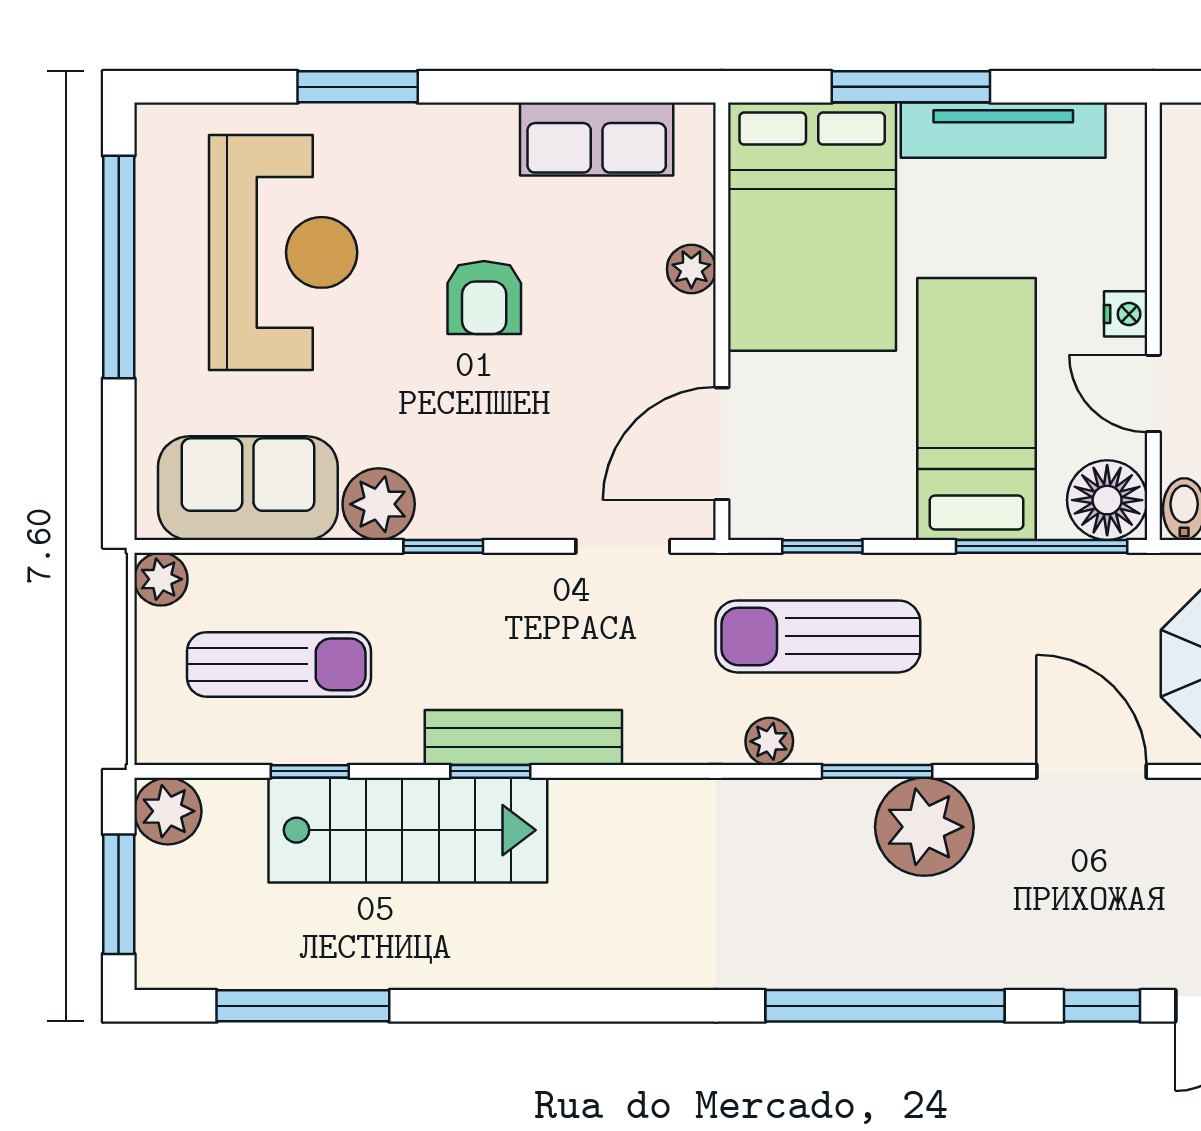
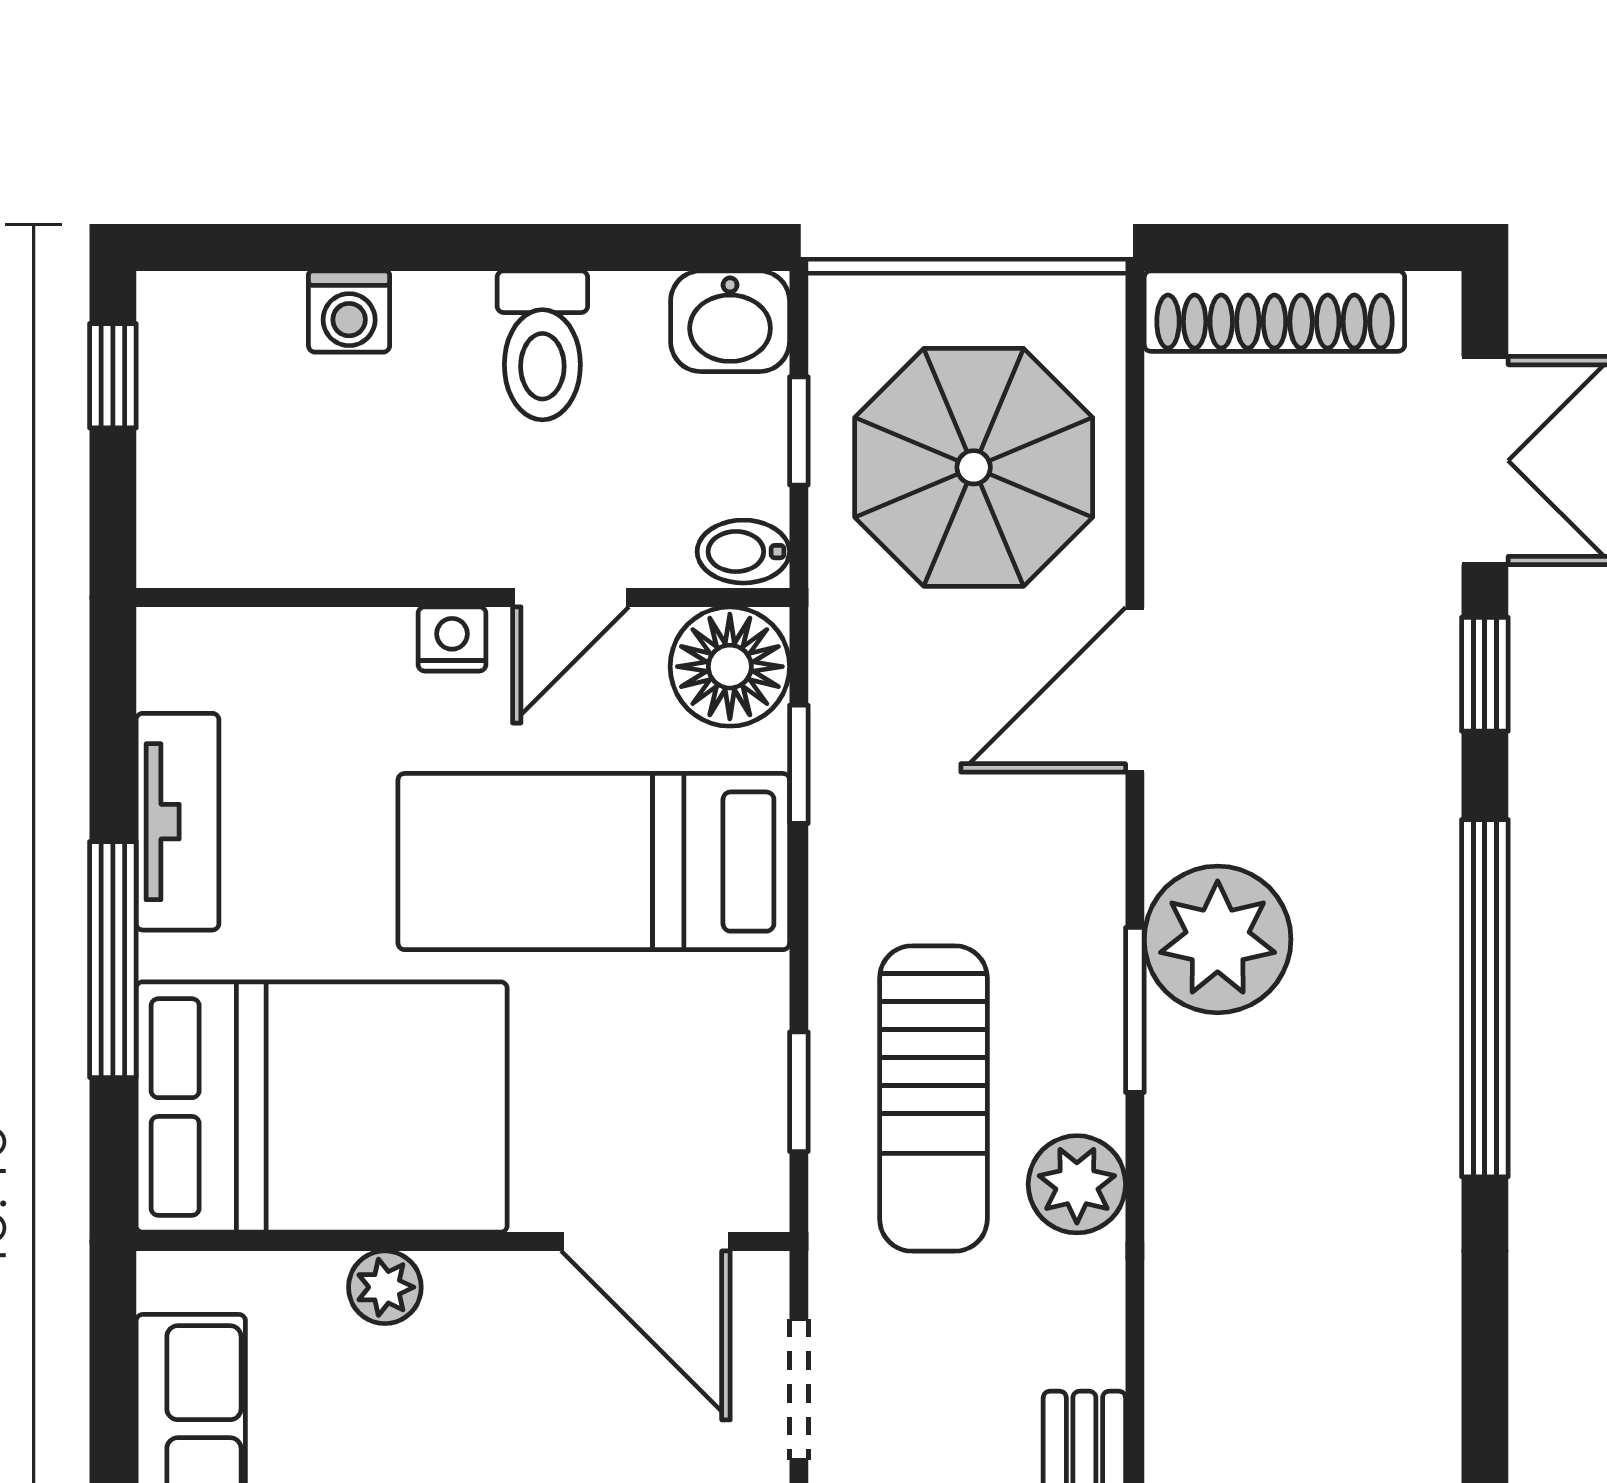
tv unit: (1003, 130) -> (178, 822), width x0.71
window: (1042, 546) -> (799, 764), width x0.46
plant: (769, 741) -> (1077, 1184), width x1.38, depth x1.38

